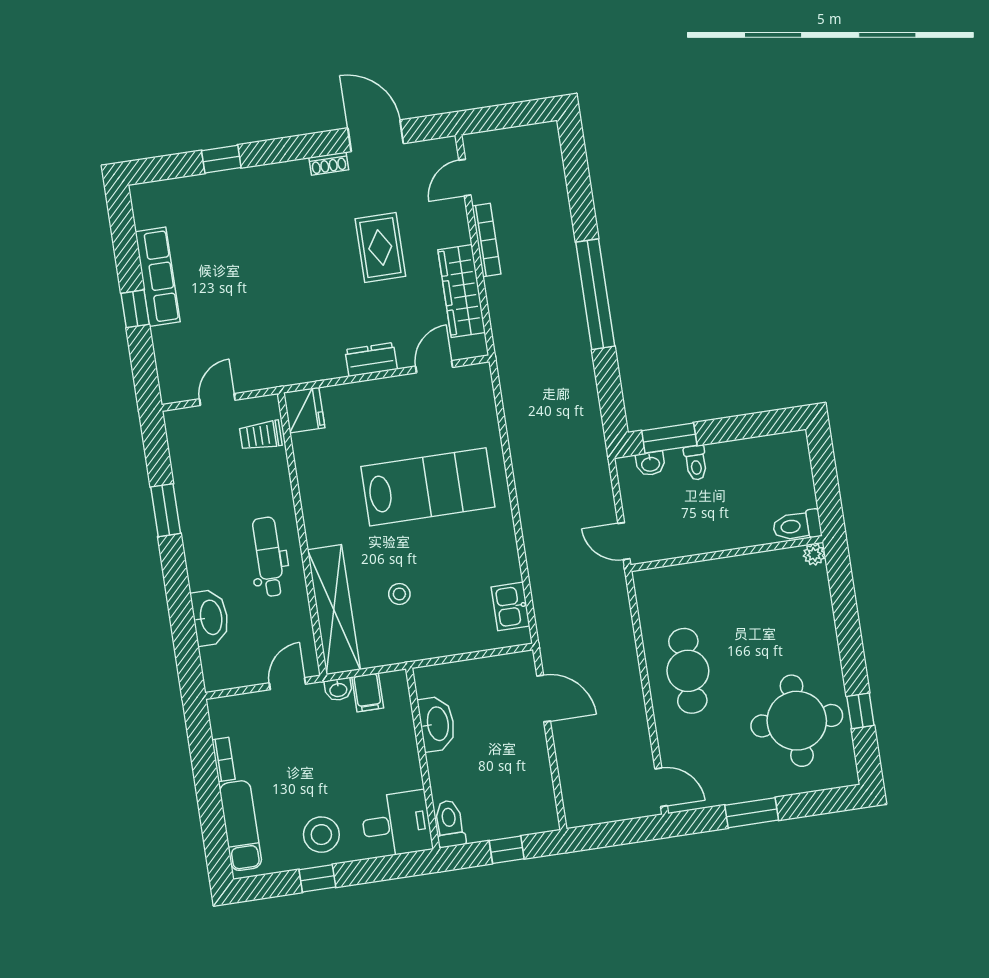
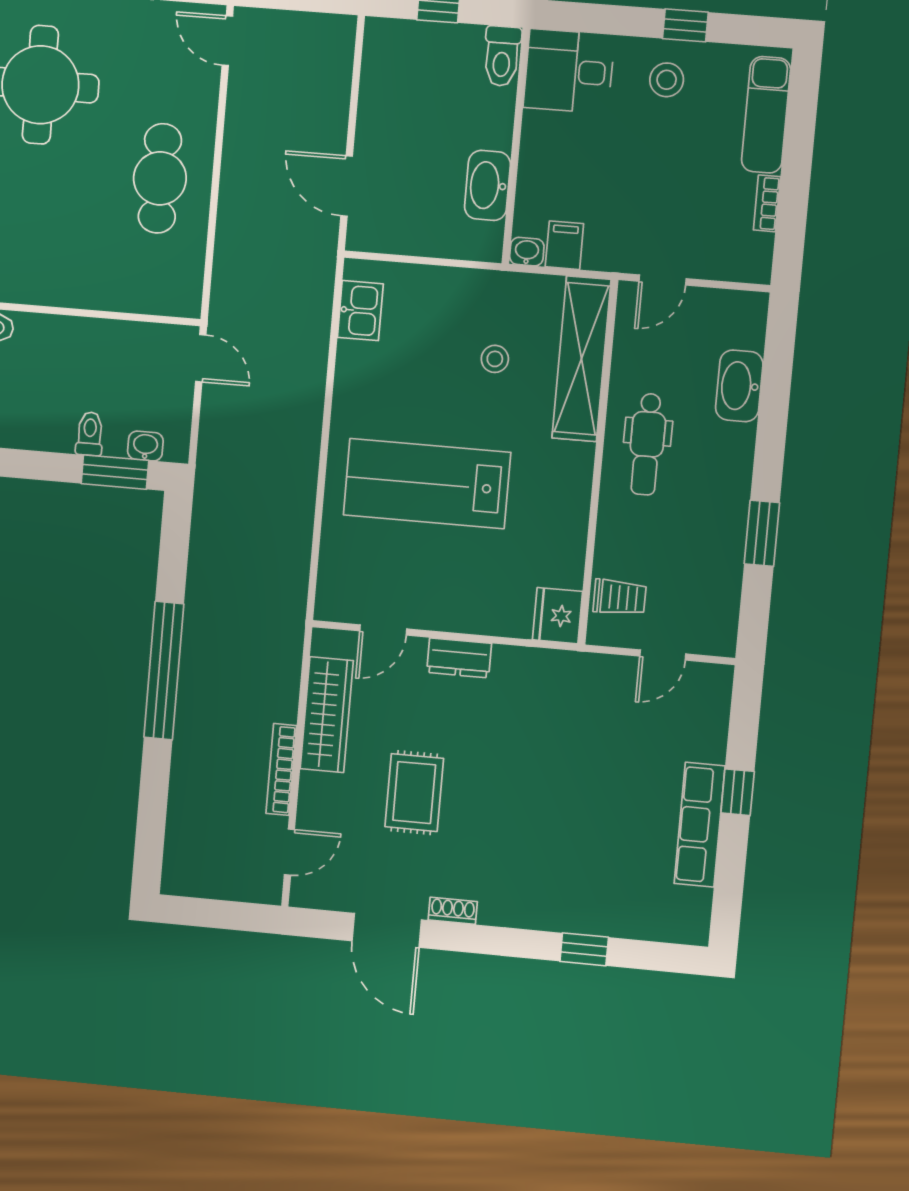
washbasin: (338, 689) -> (527, 252), moved
stool: (321, 835) -> (667, 80), width x0.73, depth x0.73

